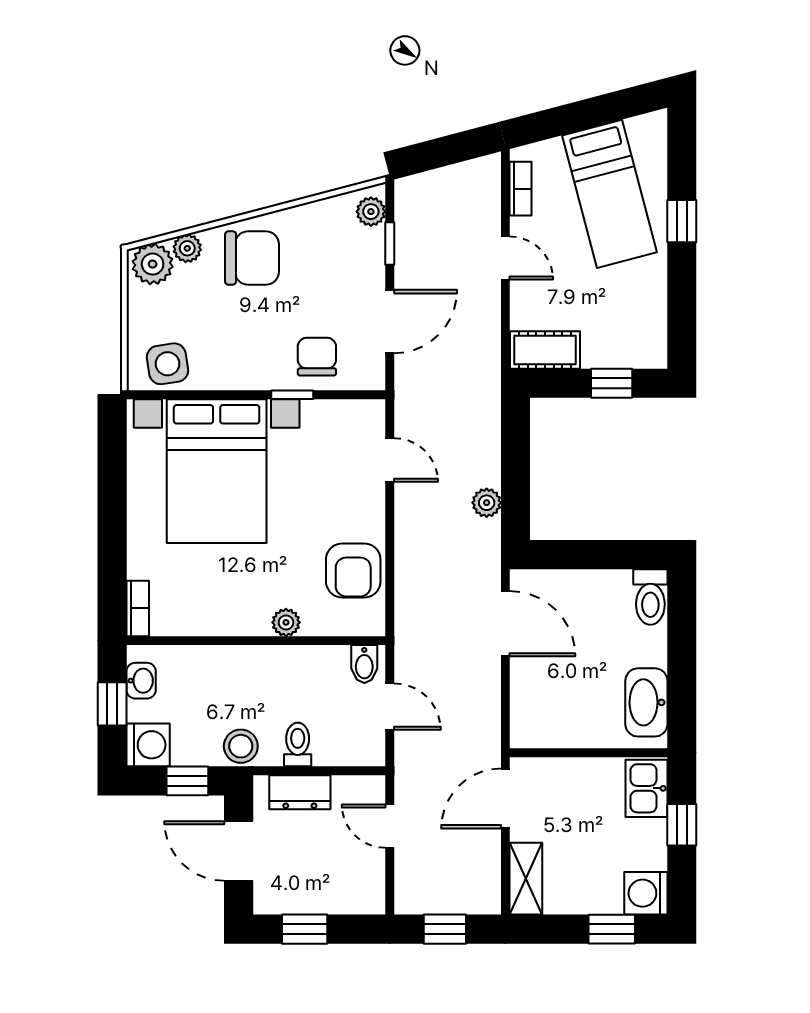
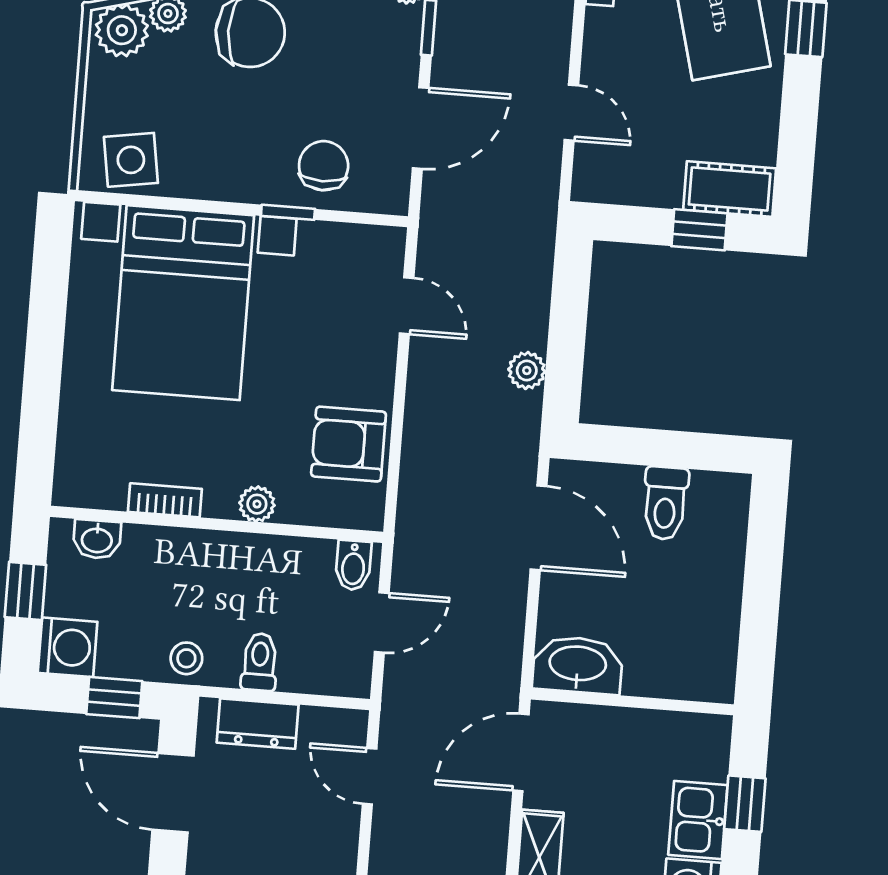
door: (505, 258) -> (571, 113), moved
cot: (545, 350) -> (730, 189), moved
armchair: (353, 570) -> (349, 444), turned 90
toilet: (650, 597) -> (665, 503), moved
bookcase: (138, 608) -> (165, 500), moved, turned -90
washbasin: (141, 681) -> (97, 539), moved, turned 90
washbasin: (646, 702) -> (578, 665), moved, turned 90
door: (390, 707) -> (382, 623), hinge flipped
stool: (241, 746) -> (186, 658), width x0.73, depth x0.73
kitchen sink: (646, 788) -> (698, 820), moved

